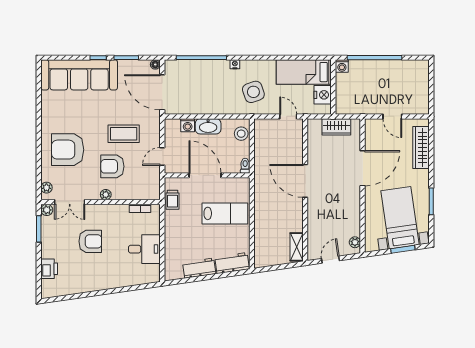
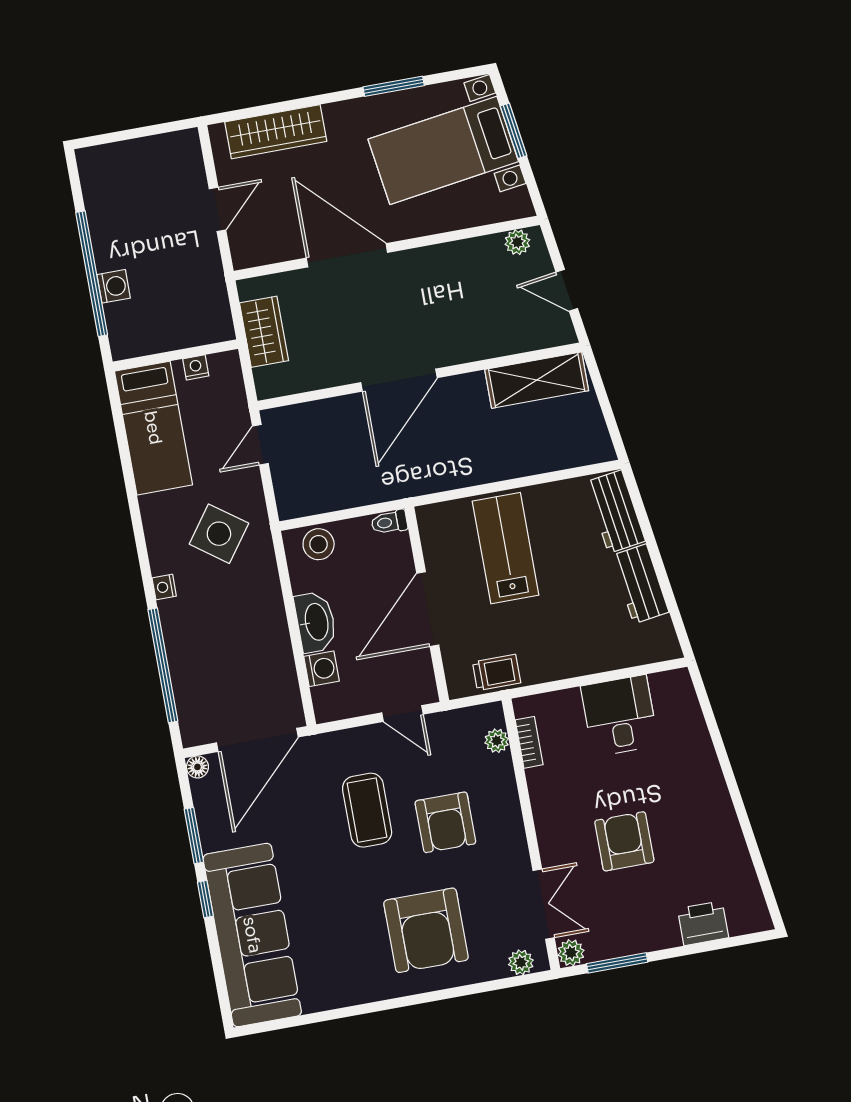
washing machine: (342, 66) -> (114, 286), moved
side table: (253, 92) -> (219, 534), turned -35
nightstand: (323, 95) -> (196, 367), width x0.53, depth x0.56
plant: (106, 195) -> (497, 741), moved
shelving: (297, 247) -> (537, 380), width x1.50, depth x1.33

